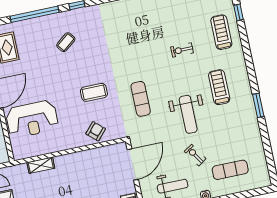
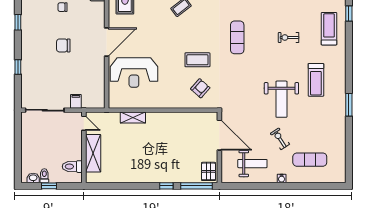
treadmill: (219, 87) -> (316, 80), turned 180
exercise mat: (141, 99) -> (237, 37), moved
armchair: (96, 131) -> (200, 88), moved
door: (133, 164) -> (219, 135), hinge flipped

